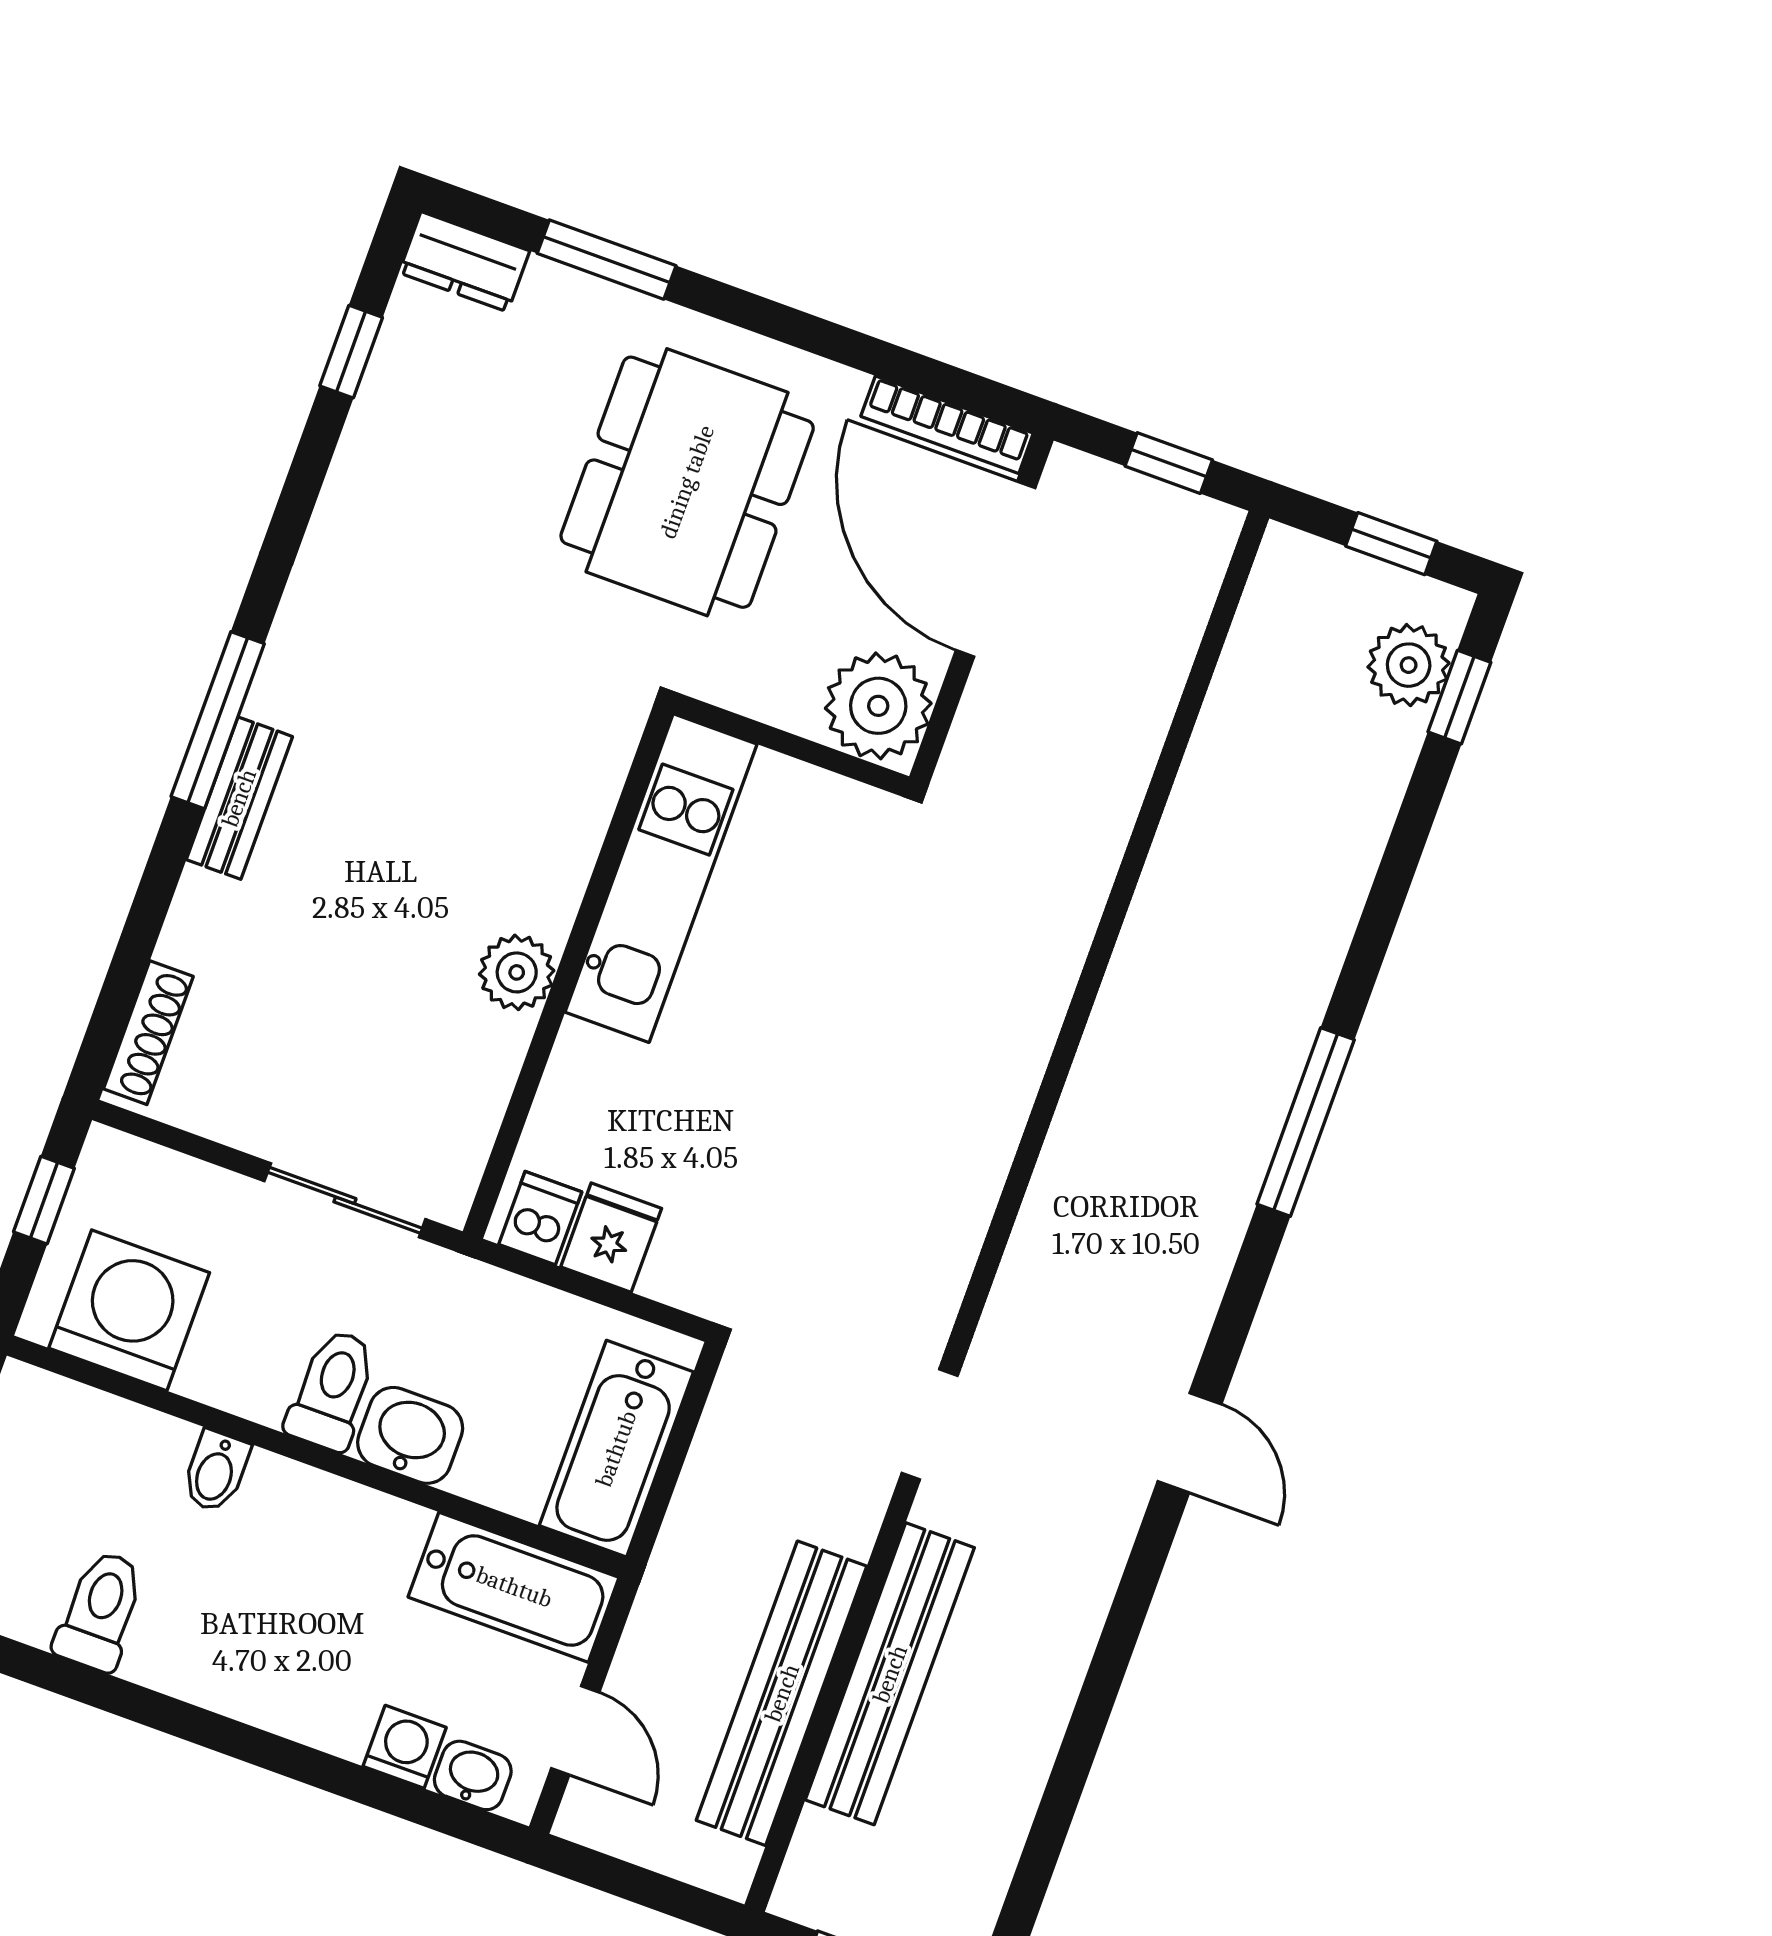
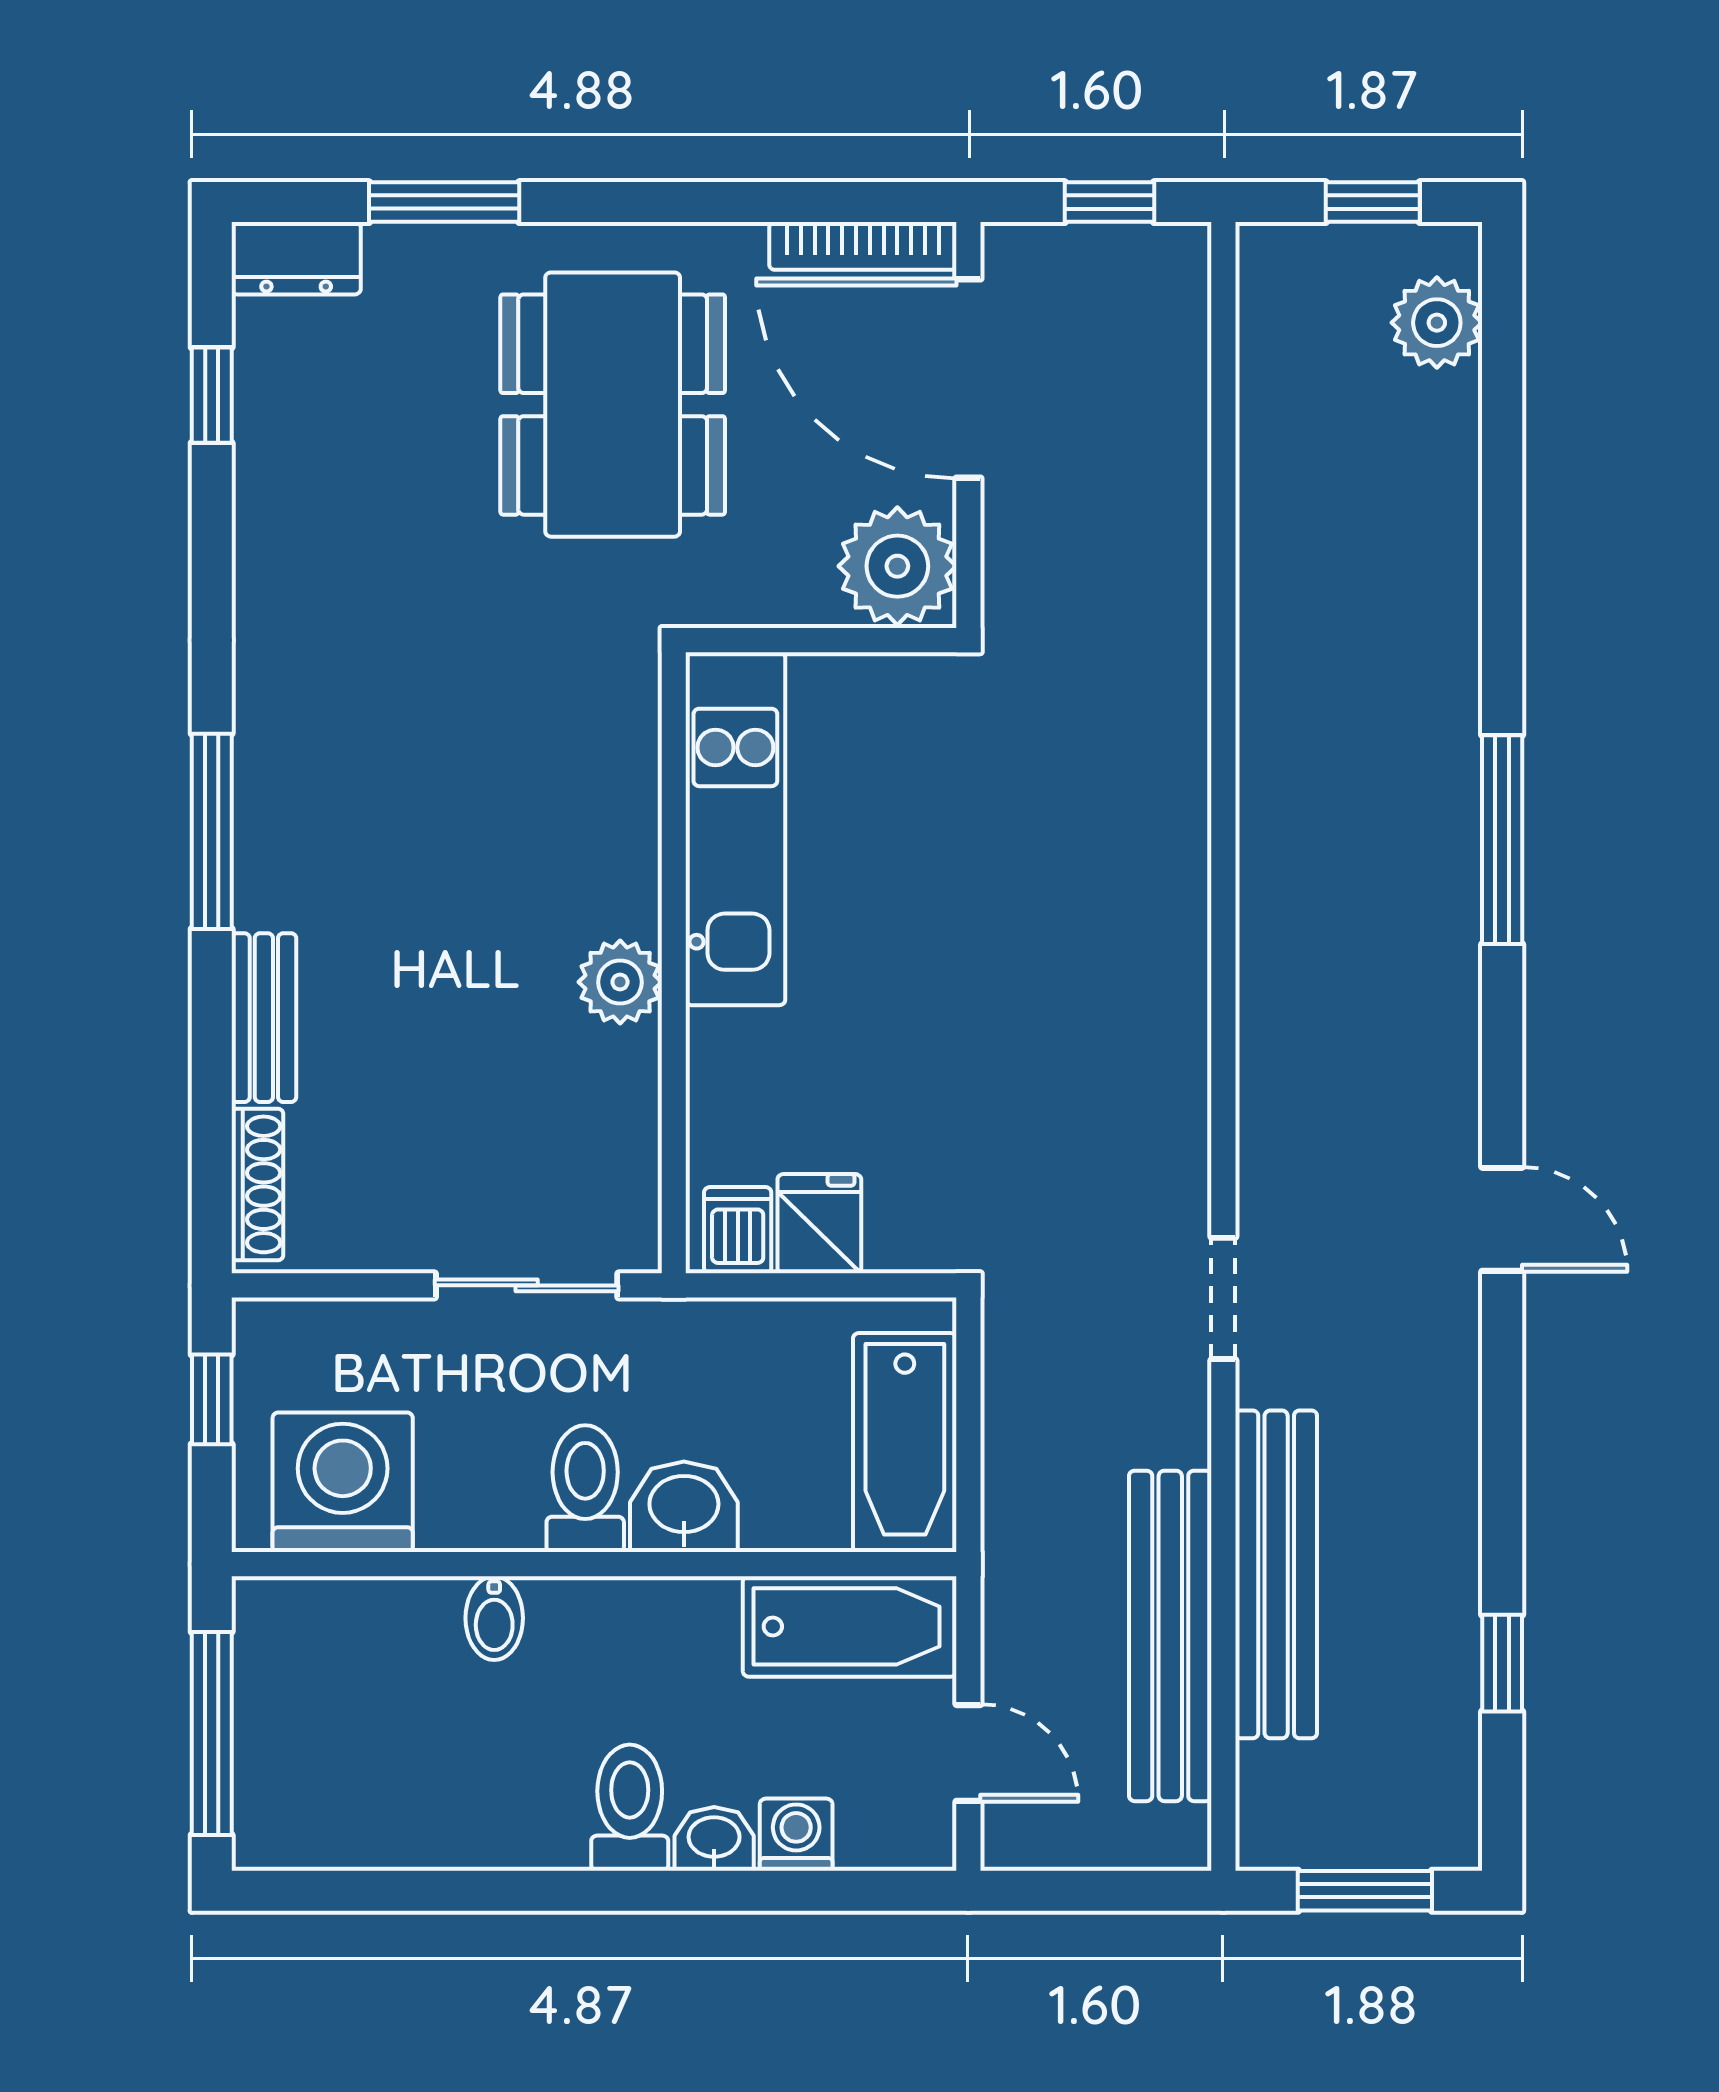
window: (1459, 697) -> (1502, 1663), moved
bench: (239, 798) -> (264, 1018), moved
toilet: (100, 1611) -> (630, 1808), moved
washbasin: (473, 1775) -> (714, 1839), moved

